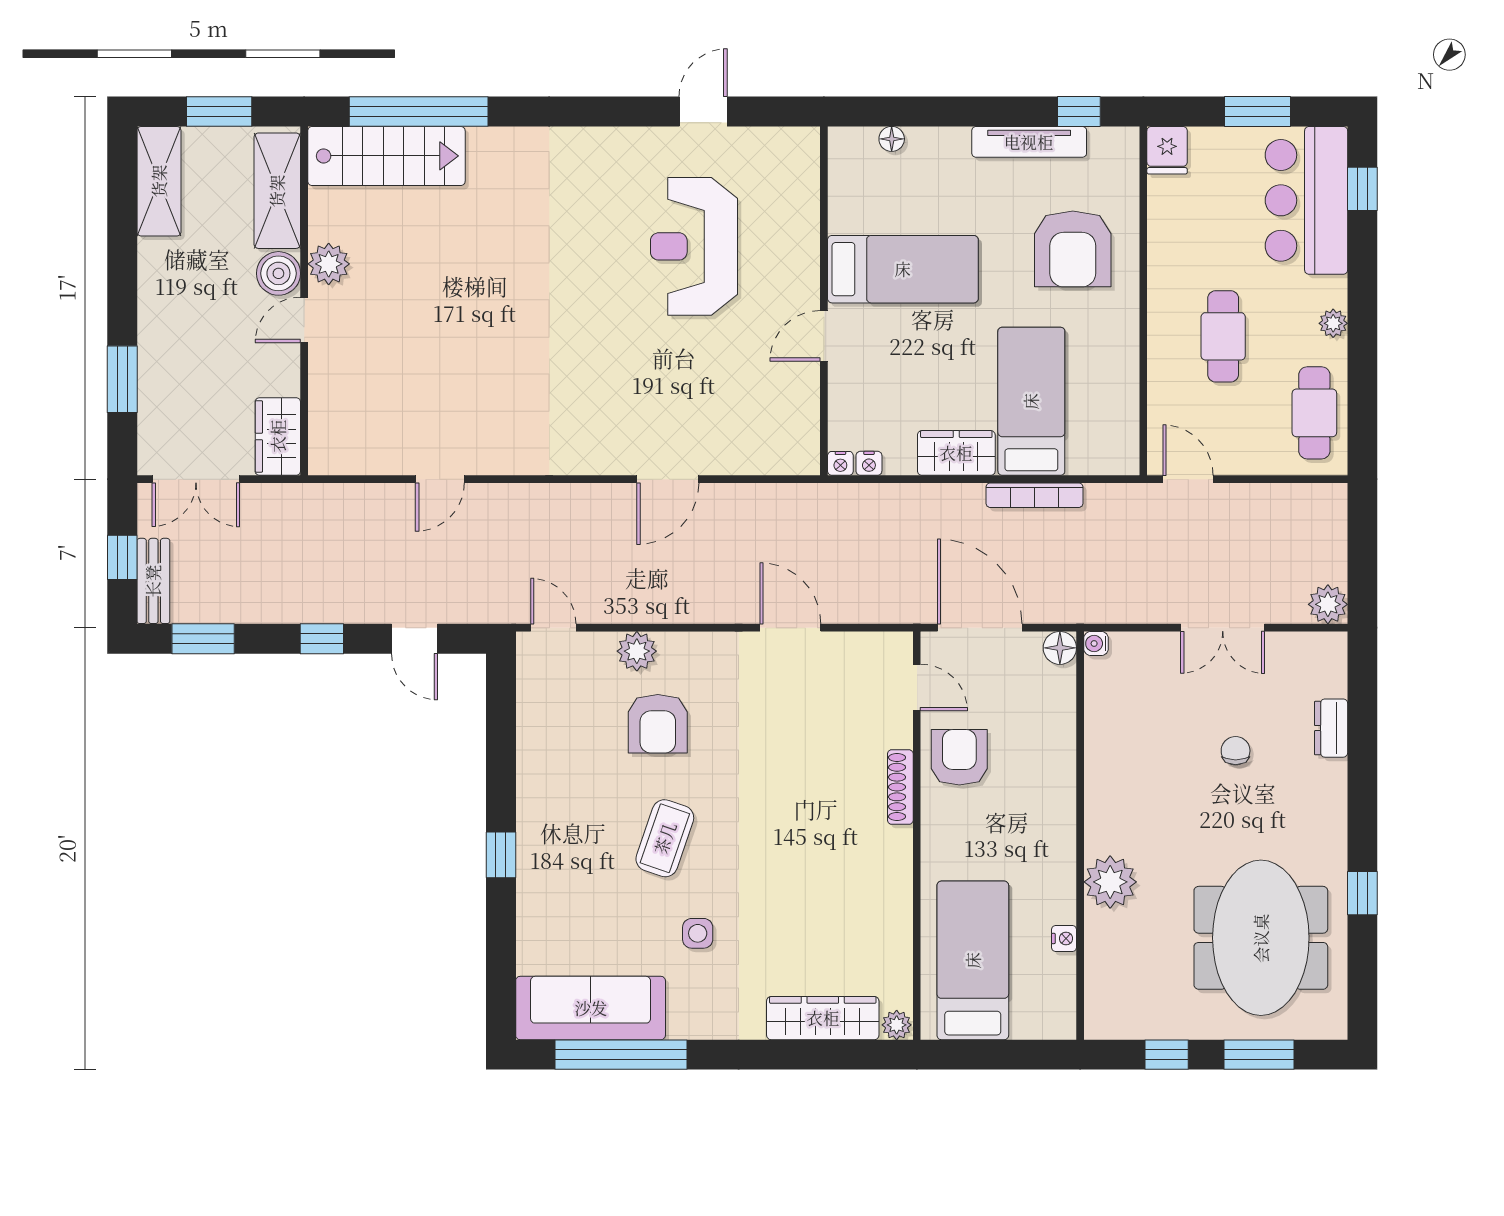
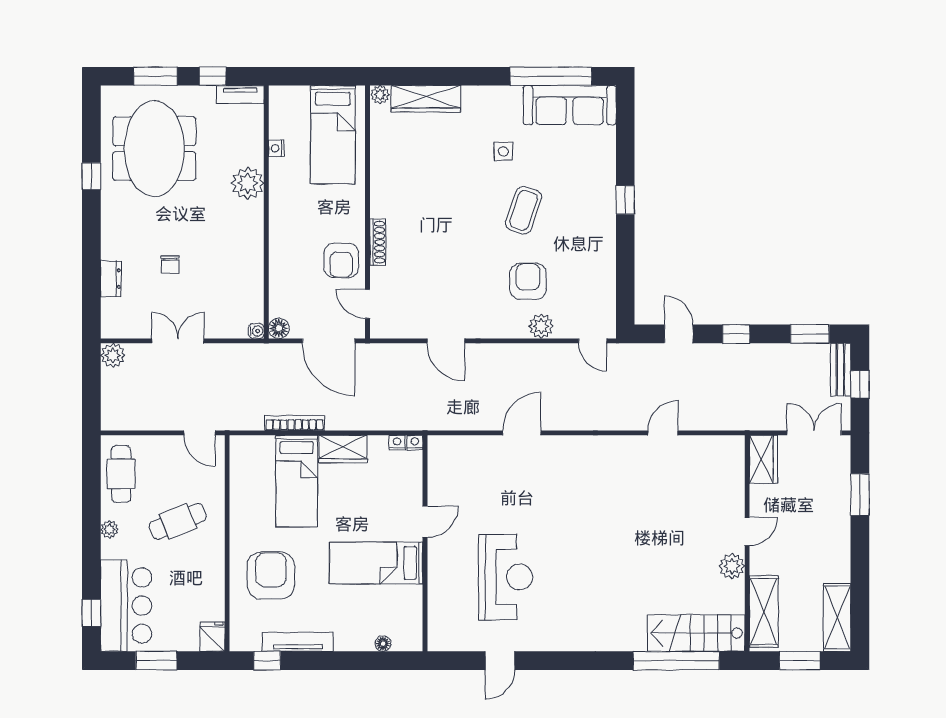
boiler: (278, 273) -> (763, 560), removed
cafe table: (1223, 336) -> (178, 521), turned 68
tv unit: (1122, 1025) -> (240, 95), added

